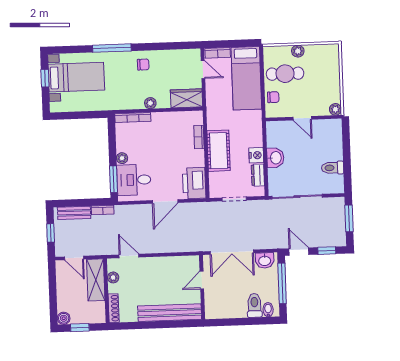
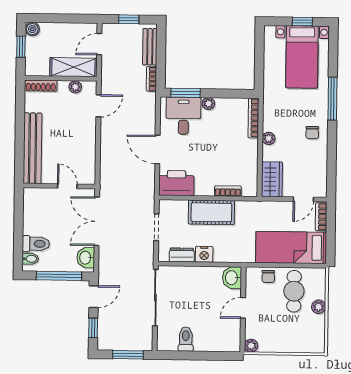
washbasin: (275, 158) -> (232, 278), moved, turned 90

